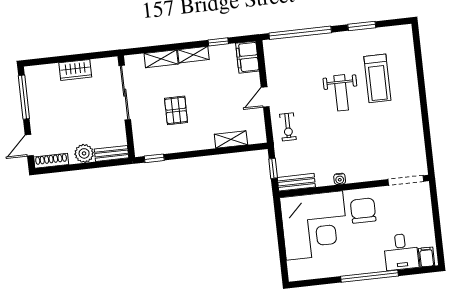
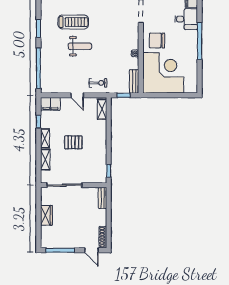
pallet: (176, 110) -> (73, 142), moved
shelving: (231, 139) -> (102, 109), moved
plant: (84, 153) -> (101, 216), removed

